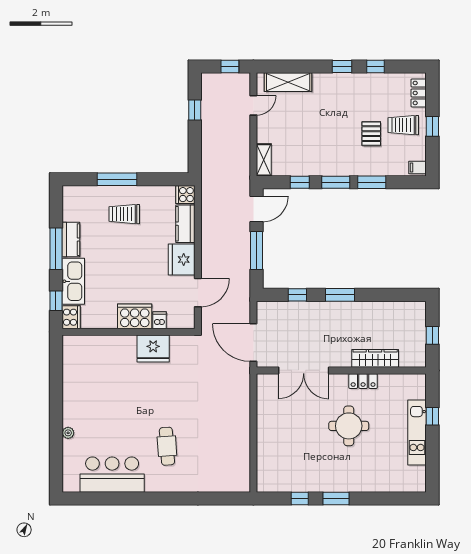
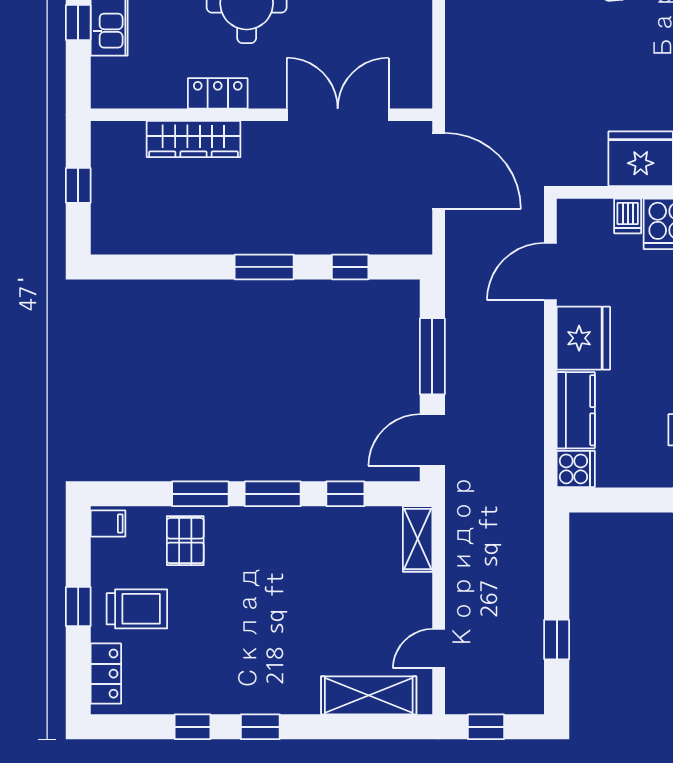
pallet: (371, 134) -> (185, 541), moved

